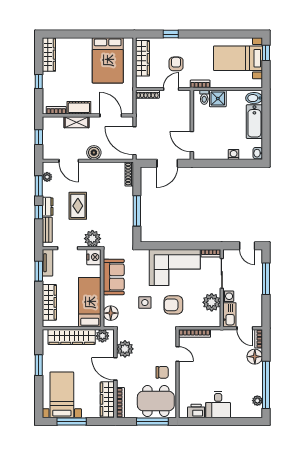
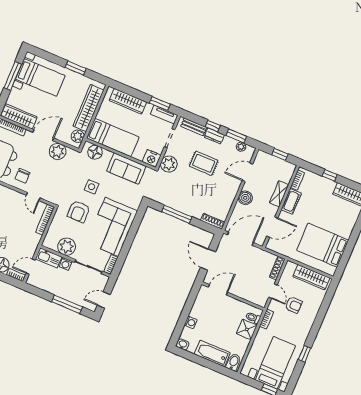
window: (171, 34) -> (305, 354), moved
armchair: (173, 305) -> (79, 211), turned 180
door: (177, 354) -> (33, 197), hinge flipped

